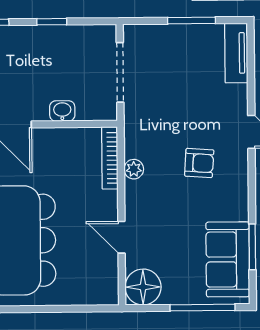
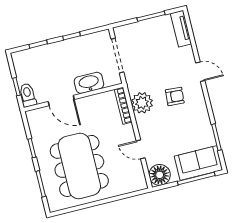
washbasin: (62, 111) -> (89, 83), width x1.91, depth x1.45
plant: (134, 169) -> (142, 103), width x1.88, depth x1.88
sofa: (228, 259) -> (198, 163), moved, turned 90

